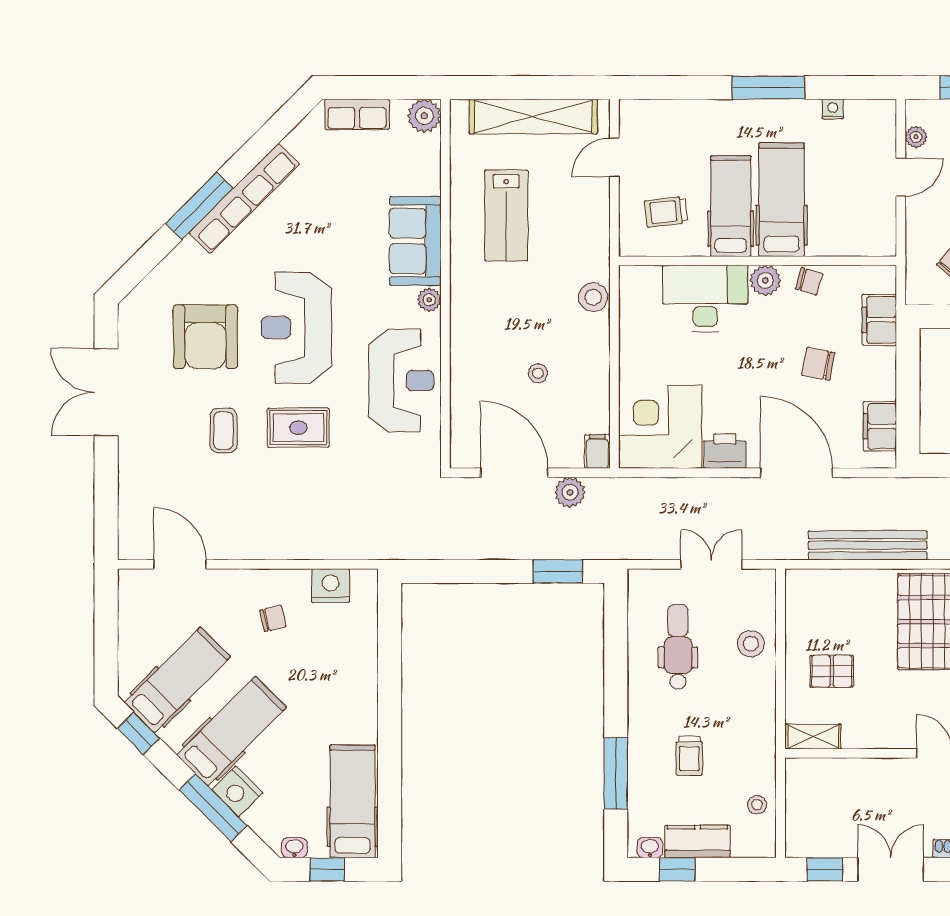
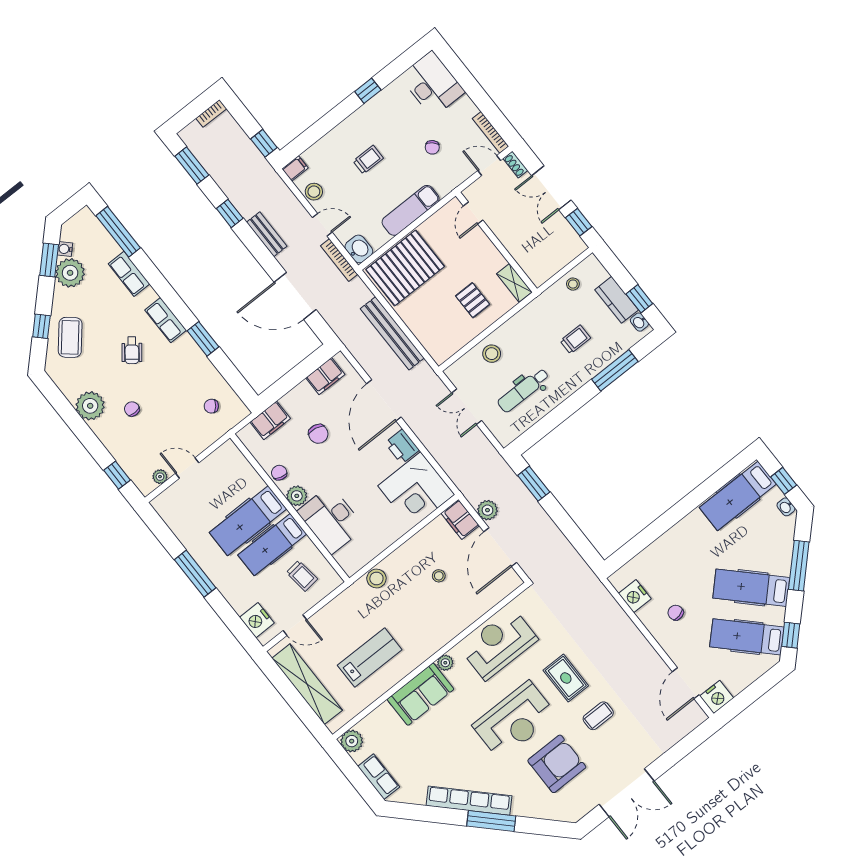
nightstand: (833, 109) -> (257, 620), moved, width x1.89, depth x1.79
filing cabinet: (597, 451) -> (460, 519), width x2.00
nightstand: (237, 791) -> (717, 697), moved, turned 45

